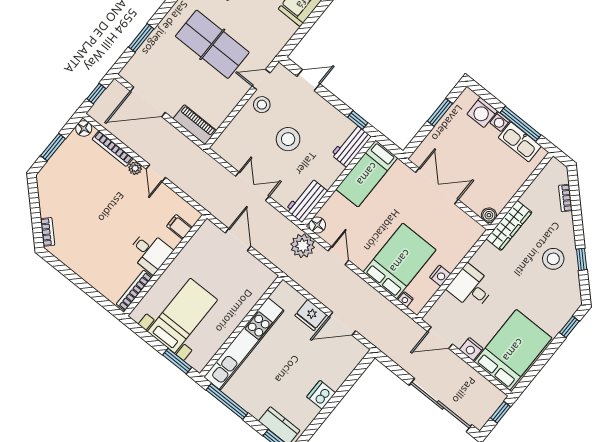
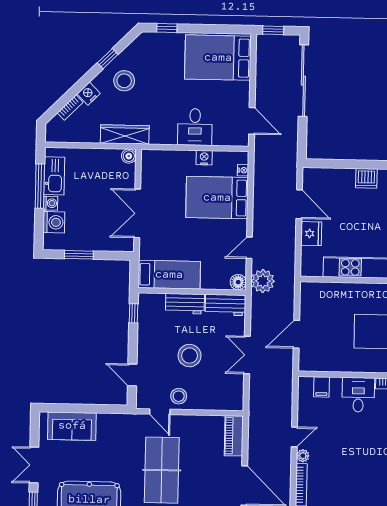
workbench: (351, 146) -> (185, 304), moved
nightstand: (471, 349) -> (89, 94), moved, turned -135

